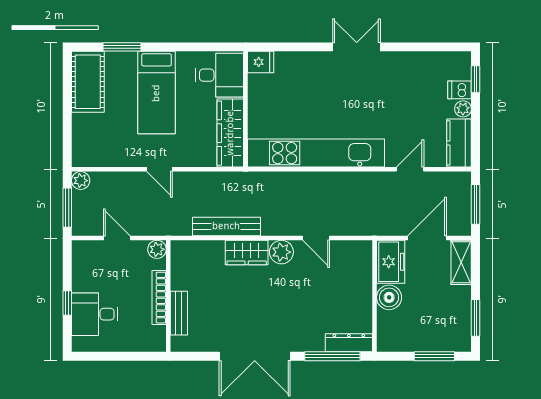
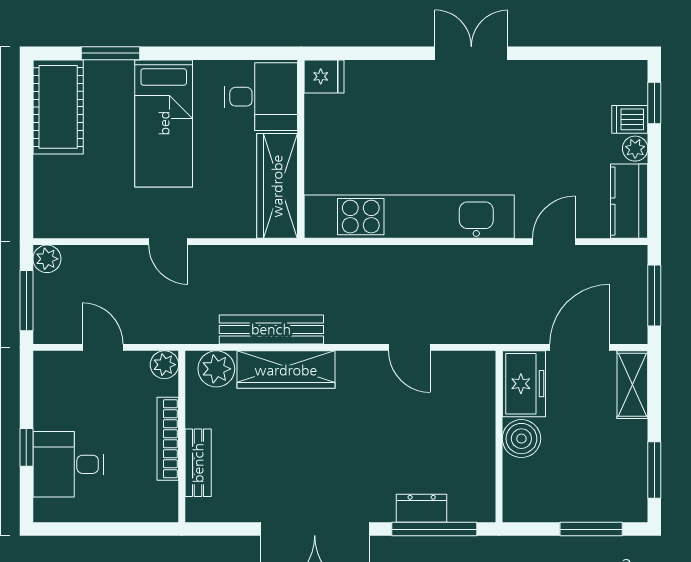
plant: (281, 252) -> (216, 369), moved
wardrobe: (247, 253) -> (286, 370), width x1.50
dresser: (349, 343) -> (422, 508), moved, width x0.70

